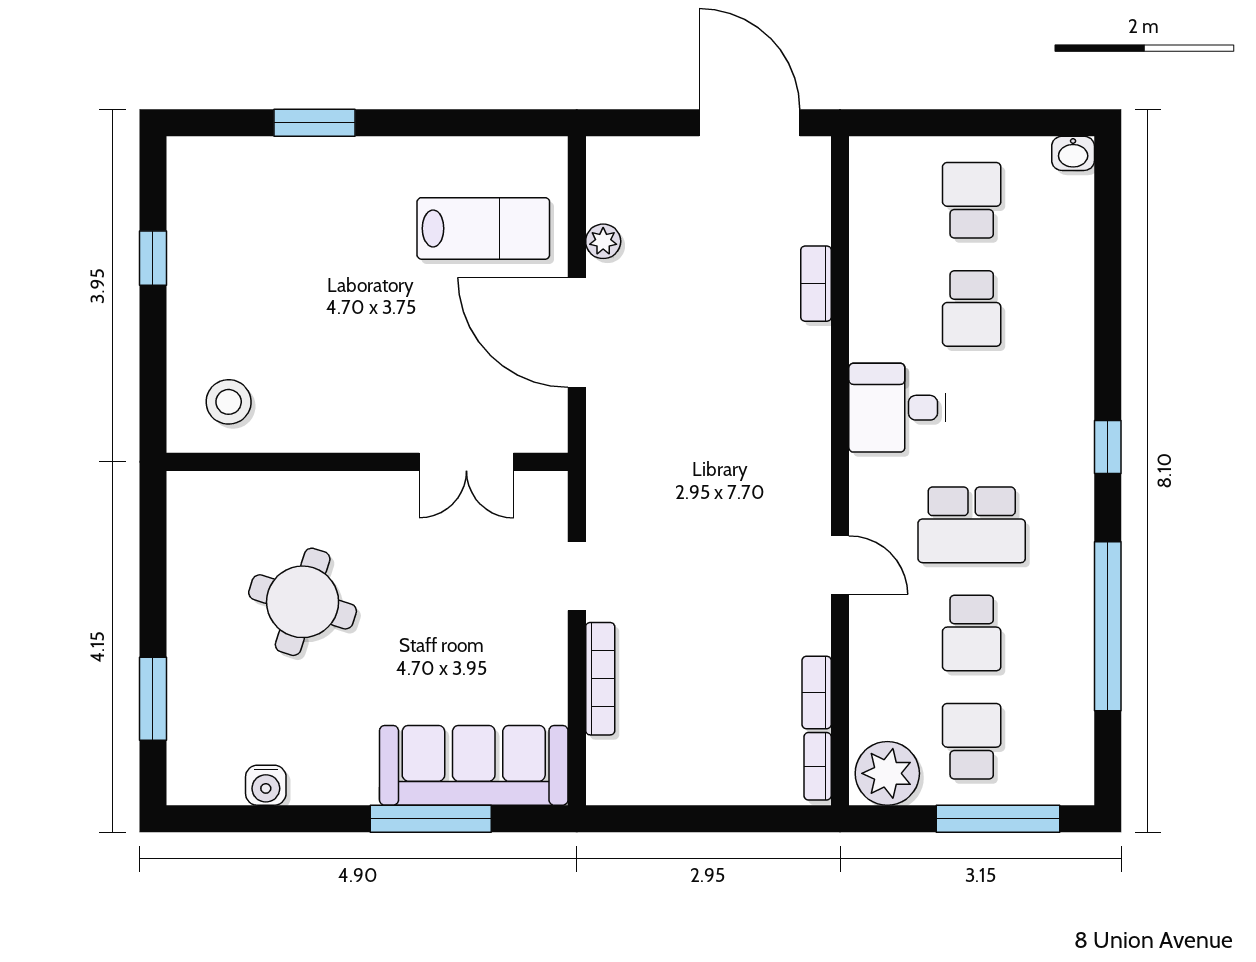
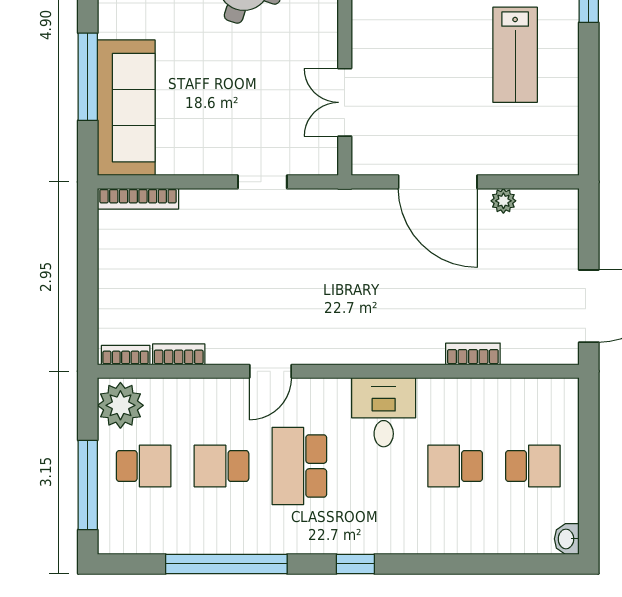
lab bench: (483, 228) -> (515, 55), moved
door: (577, 332) -> (438, 182), swing flipped
bookcase: (600, 679) -> (138, 199), moved

